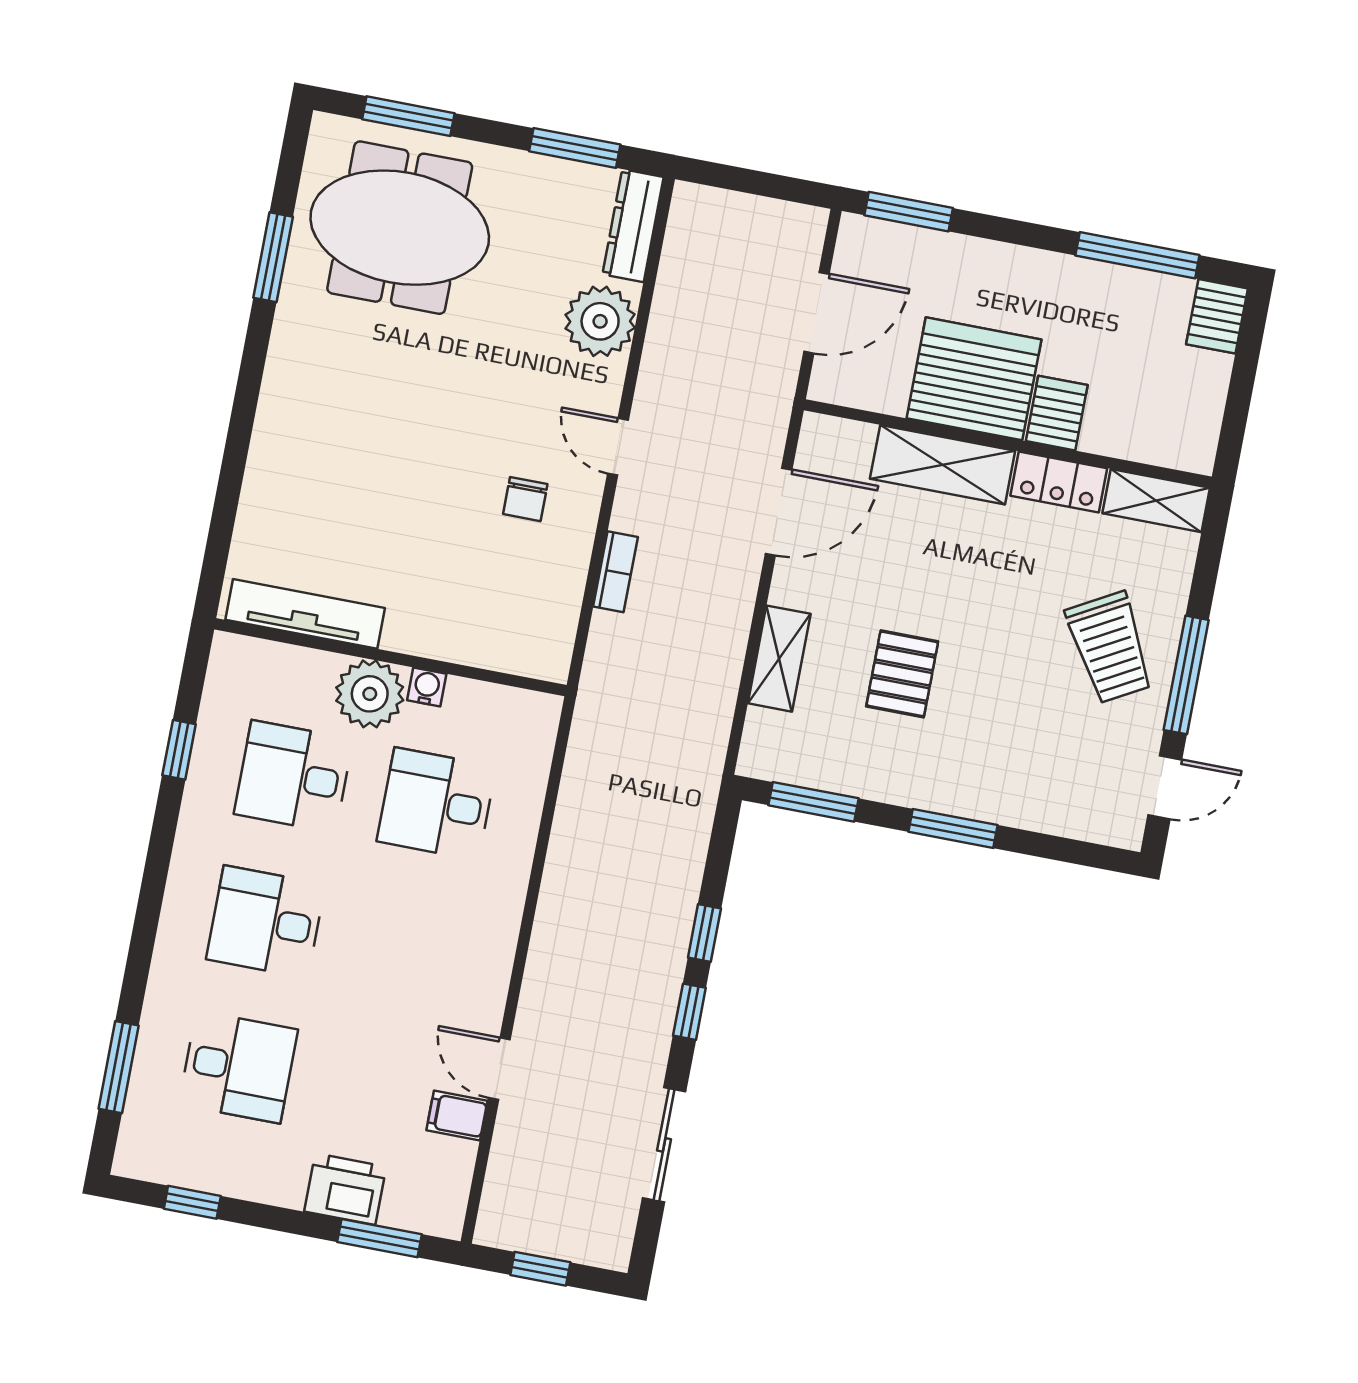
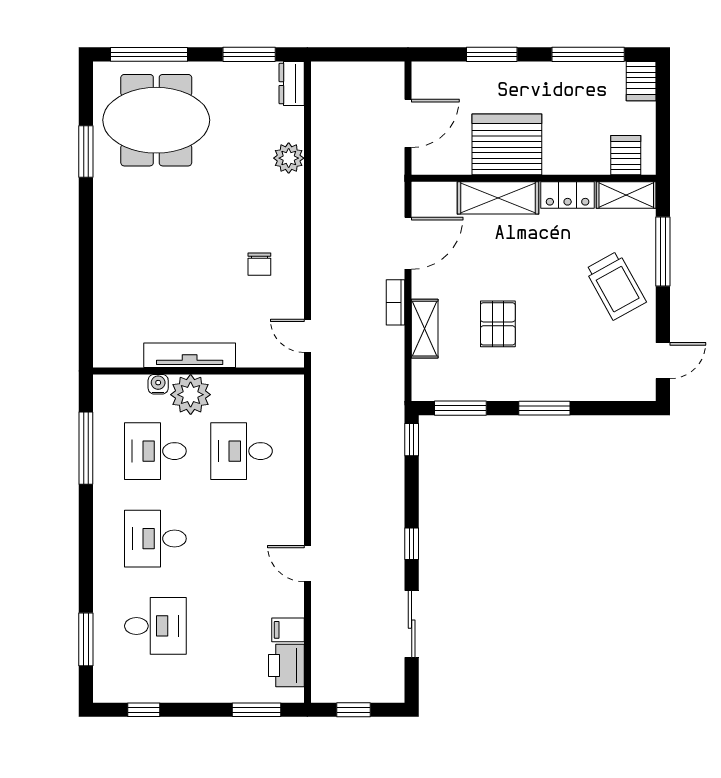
window: (408, 116) -> (149, 54), width x1.44
window: (909, 212) -> (492, 54), moved
dresser: (633, 226) -> (292, 84), width x0.70
plant: (600, 321) -> (289, 158), width x0.73, depth x0.73
server rack: (1057, 413) -> (626, 155), moved
door: (618, 447) -> (307, 336), moved
bookcase: (616, 572) -> (396, 302), moved, turned 180
tv unit: (305, 614) -> (190, 355), moved
window: (1186, 675) -> (663, 252), moved
water cooler: (427, 687) -> (158, 384), moved
window: (179, 750) -> (86, 448), width x2.17
window: (704, 933) -> (412, 440), moved
door: (499, 1069) -> (307, 564), moved
printer: (345, 1189) -> (286, 666), moved, turned -90

